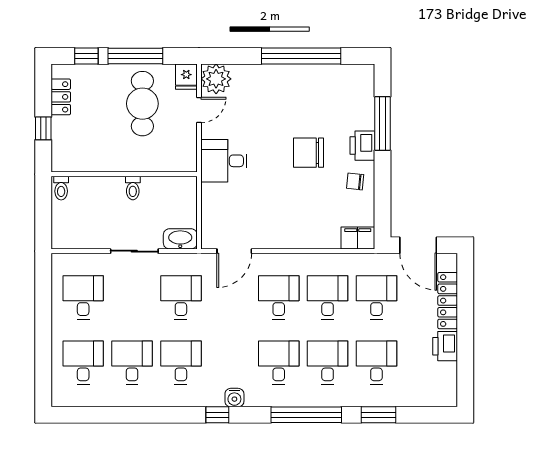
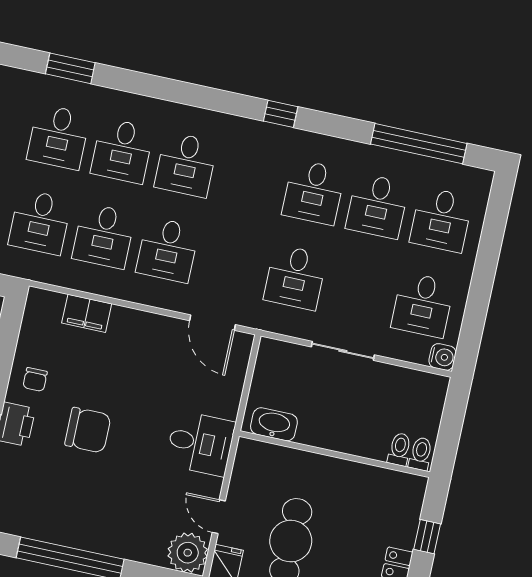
door: (199, 110) -> (219, 517), hinge flipped
chair: (355, 181) -> (35, 379), turned 84
toilet: (133, 188) -> (399, 449), moved
filing cabinet: (358, 238) -> (87, 313), moved
washbasin: (180, 239) -> (274, 424), moved, turned 180
door: (234, 251) -> (212, 323), swing flipped
water cooler: (234, 398) -> (442, 357), moved, turned 90
window: (306, 415) -> (419, 144), moved

